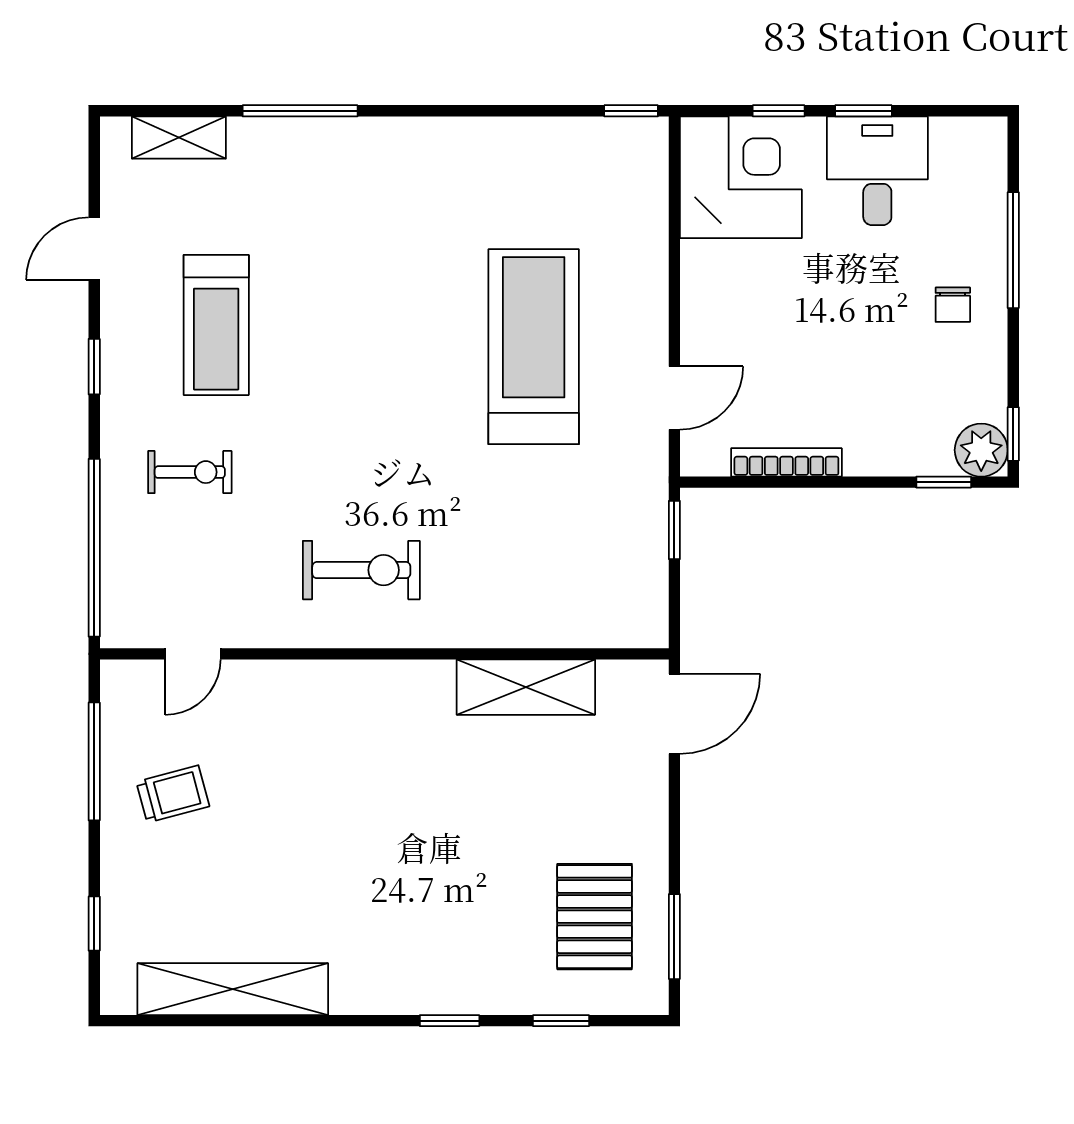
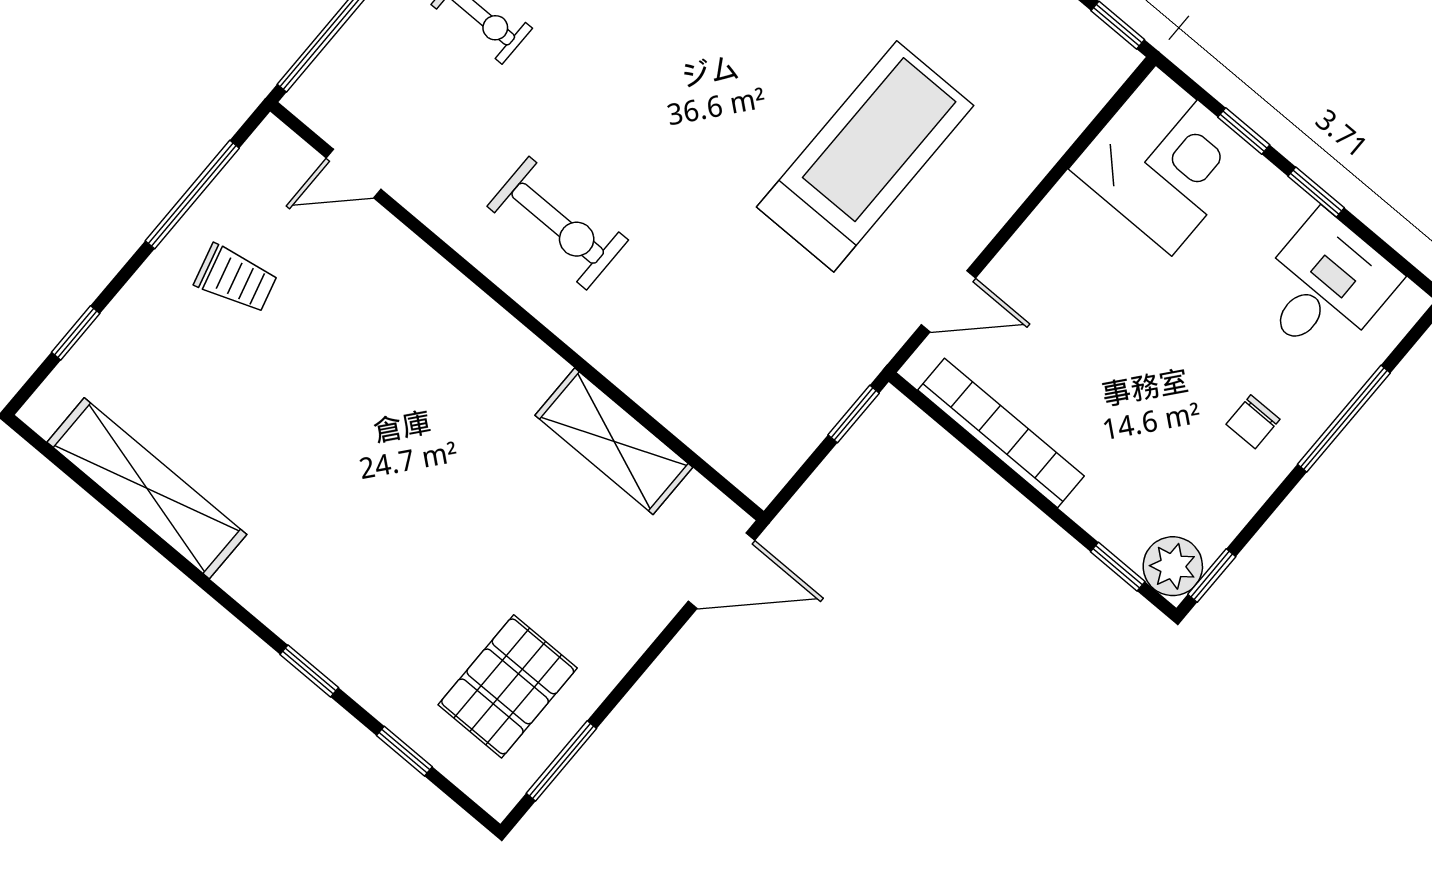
desk: (877, 171) -> (1325, 287), moved
bookcase: (786, 462) -> (1001, 433), width x1.48, depth x1.31

